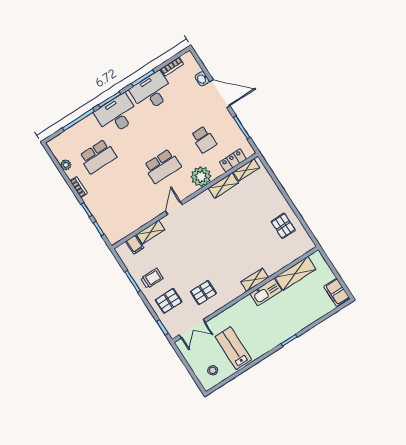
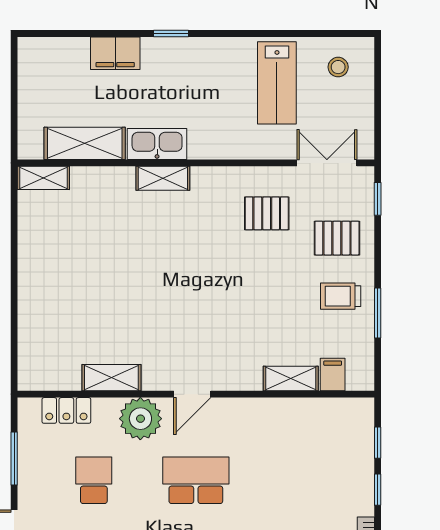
shelving: (246, 170) -> (43, 178), moved
door: (174, 208) -> (192, 394), moved
pallet: (283, 226) -> (52, 240), removed
filing cabinet: (337, 292) -> (115, 53), moved, turned 90

